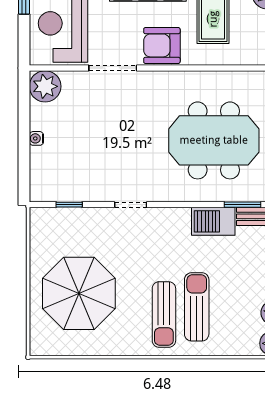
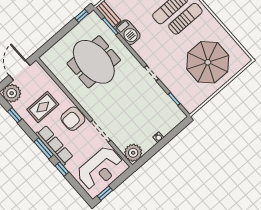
armchair: (162, 45) -> (73, 119), turned 90

